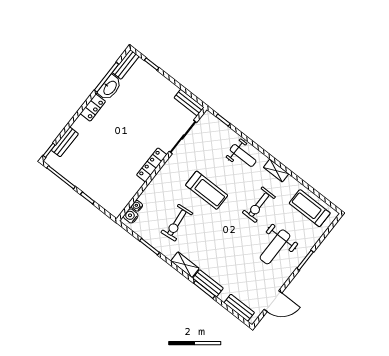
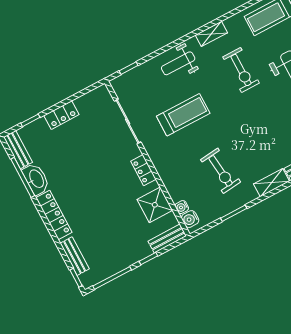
locker: (166, 85) -> (61, 115), added
bench: (189, 103) -> (167, 239), moved
locker: (93, 108) -> (54, 215), width x1.53
weight bench: (243, 155) -> (178, 63), turned 180
locker: (152, 165) -> (143, 170), width x0.66
shower: (130, 185) -> (155, 205), added
treadmill: (207, 190) -> (183, 115), moved

